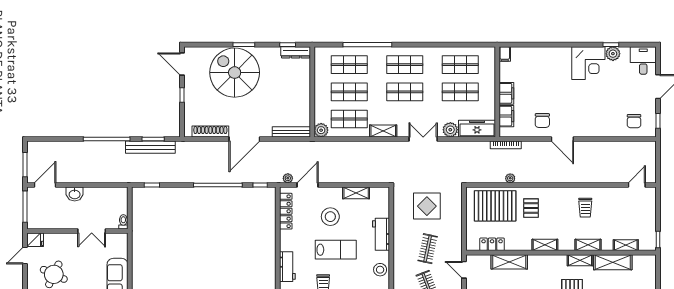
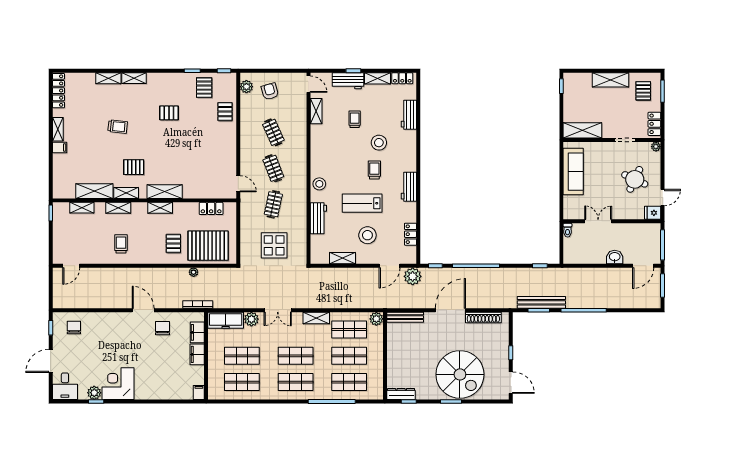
plant: (288, 178) -> (413, 276), width x1.87, depth x1.87
locker: (286, 211) -> (410, 234), width x0.66
shelving: (509, 262) -> (165, 192), moved

